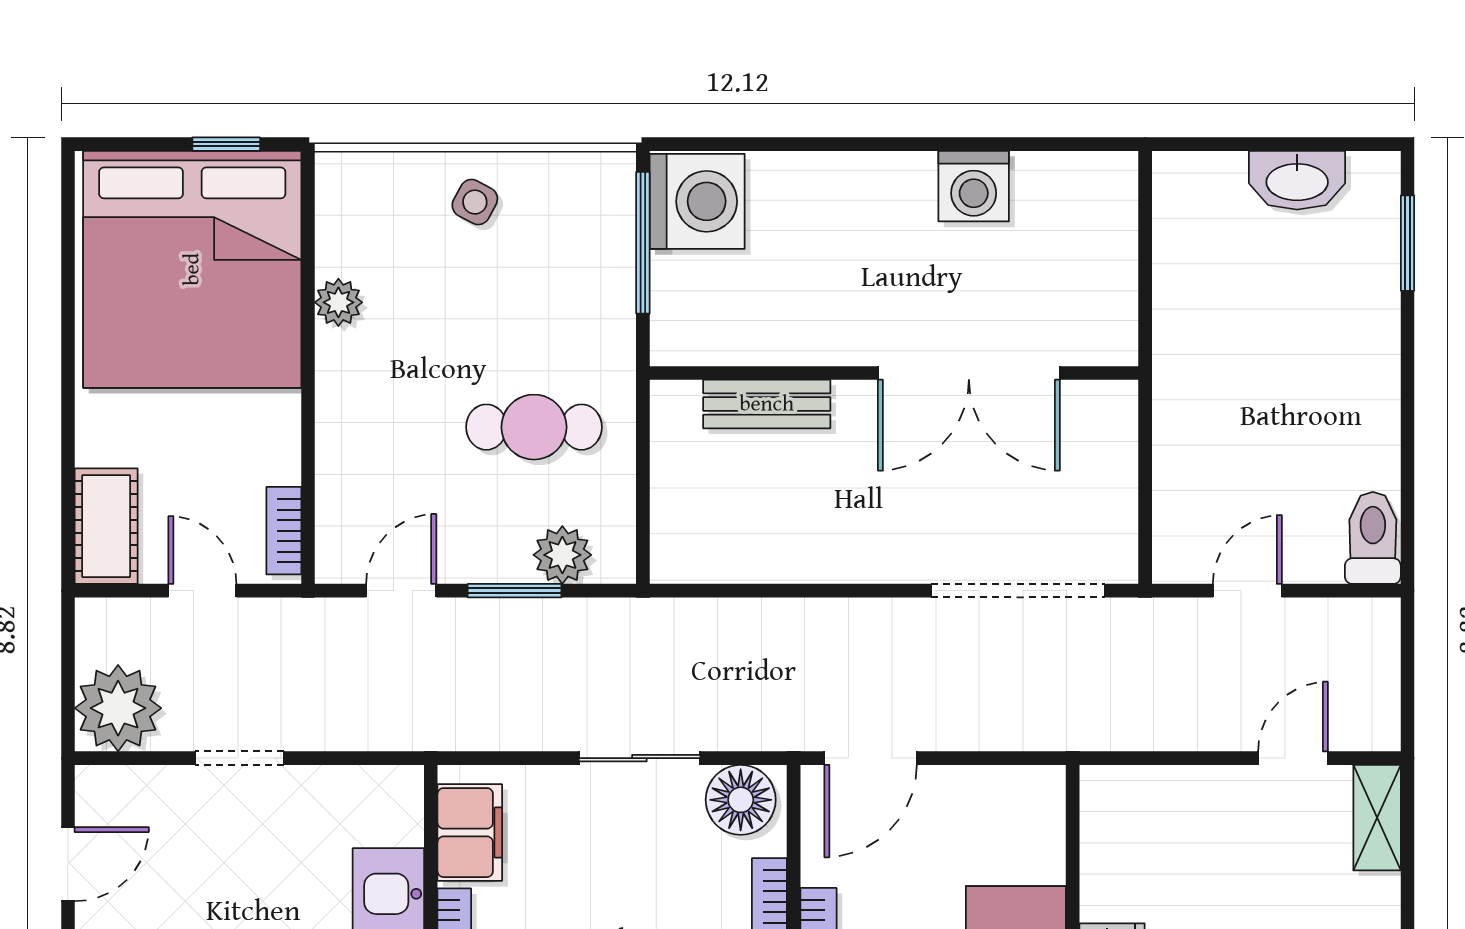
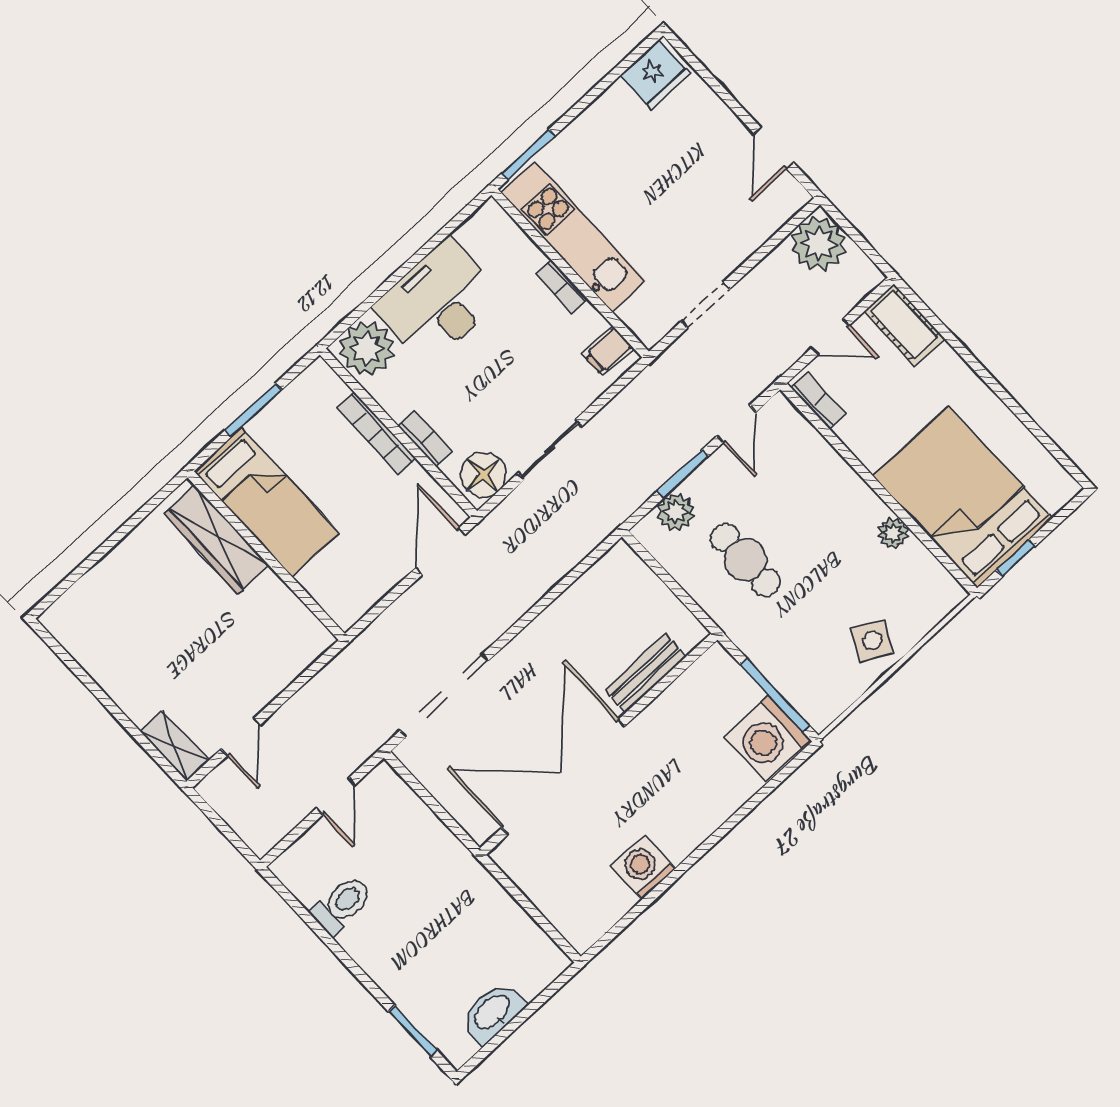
side table: (475, 202) -> (872, 640), width x1.37, depth x1.37
bed: (192, 269) -> (963, 497), width x0.73
double door: (969, 373) -> (563, 777), width x1.36
cafe table: (534, 427) -> (745, 560), turned 90
toilet: (1373, 538) -> (342, 905), moved, turned -90
doorway: (240, 758) -> (706, 305), moved
filing cabinet: (470, 833) -> (608, 351), width x0.50

